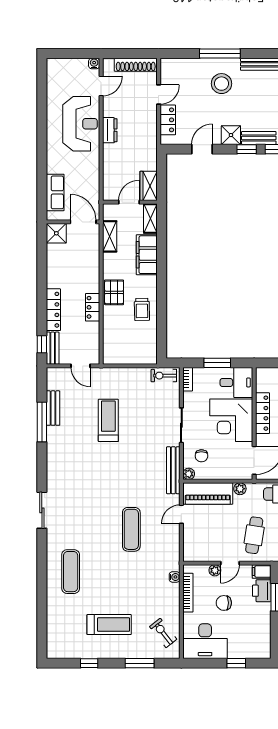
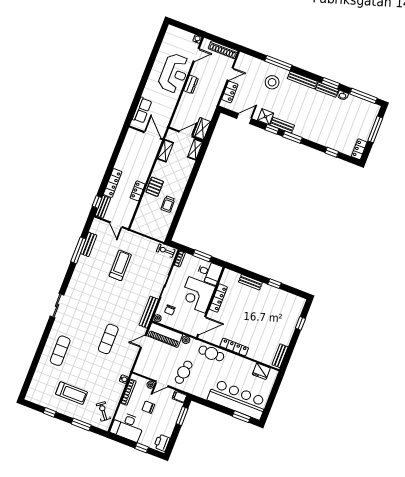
shower: (56, 233) -> (133, 136), removed
filing cabinet: (147, 255) -> (184, 171), removed
printer: (262, 591) -> (162, 443), moved

